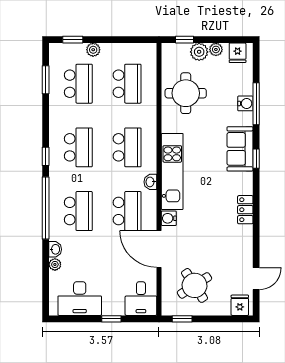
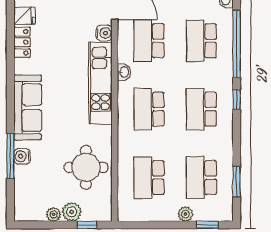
fridge: (238, 53) -> (24, 16), moved, turned 90
sofa: (240, 149) -> (28, 108), width x1.36
window: (256, 159) -> (10, 97), removed

